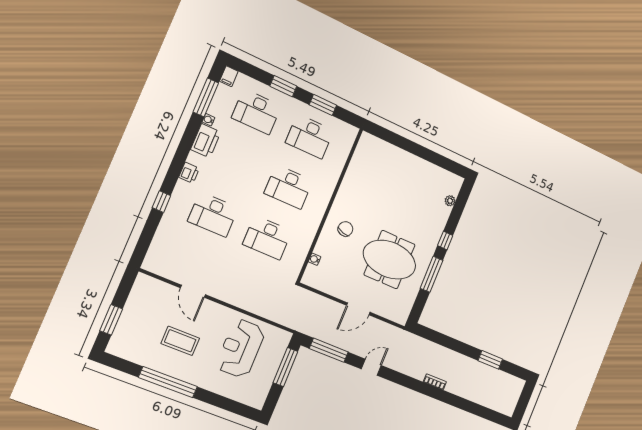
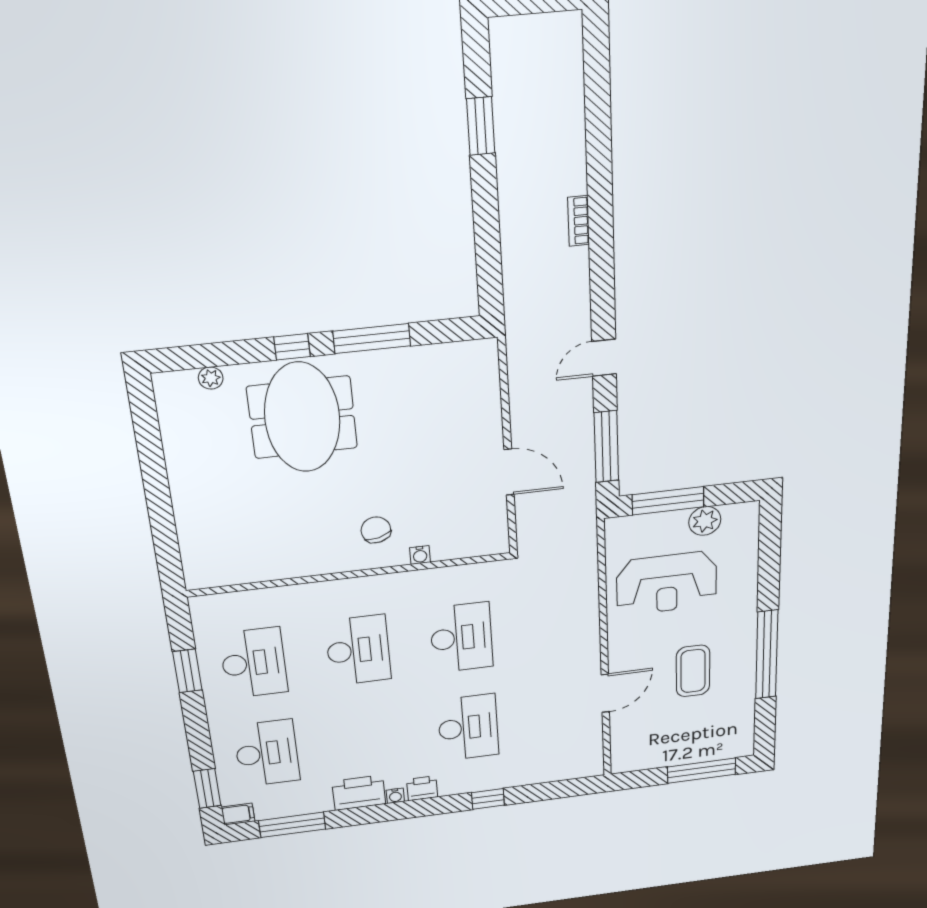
window: (283, 86) -> (207, 788), moved
water cooler: (208, 120) -> (395, 796), moved
chair: (345, 229) -> (376, 530), turned 59
water cooler: (315, 259) -> (420, 555), moved
meeting table: (390, 260) -> (302, 417), moved
door: (358, 309) -> (509, 472), moved
window: (111, 320) -> (702, 771), width x1.44
door: (371, 367) -> (604, 358), hinge flipped
plant: (265, 380) -> (705, 521), added

